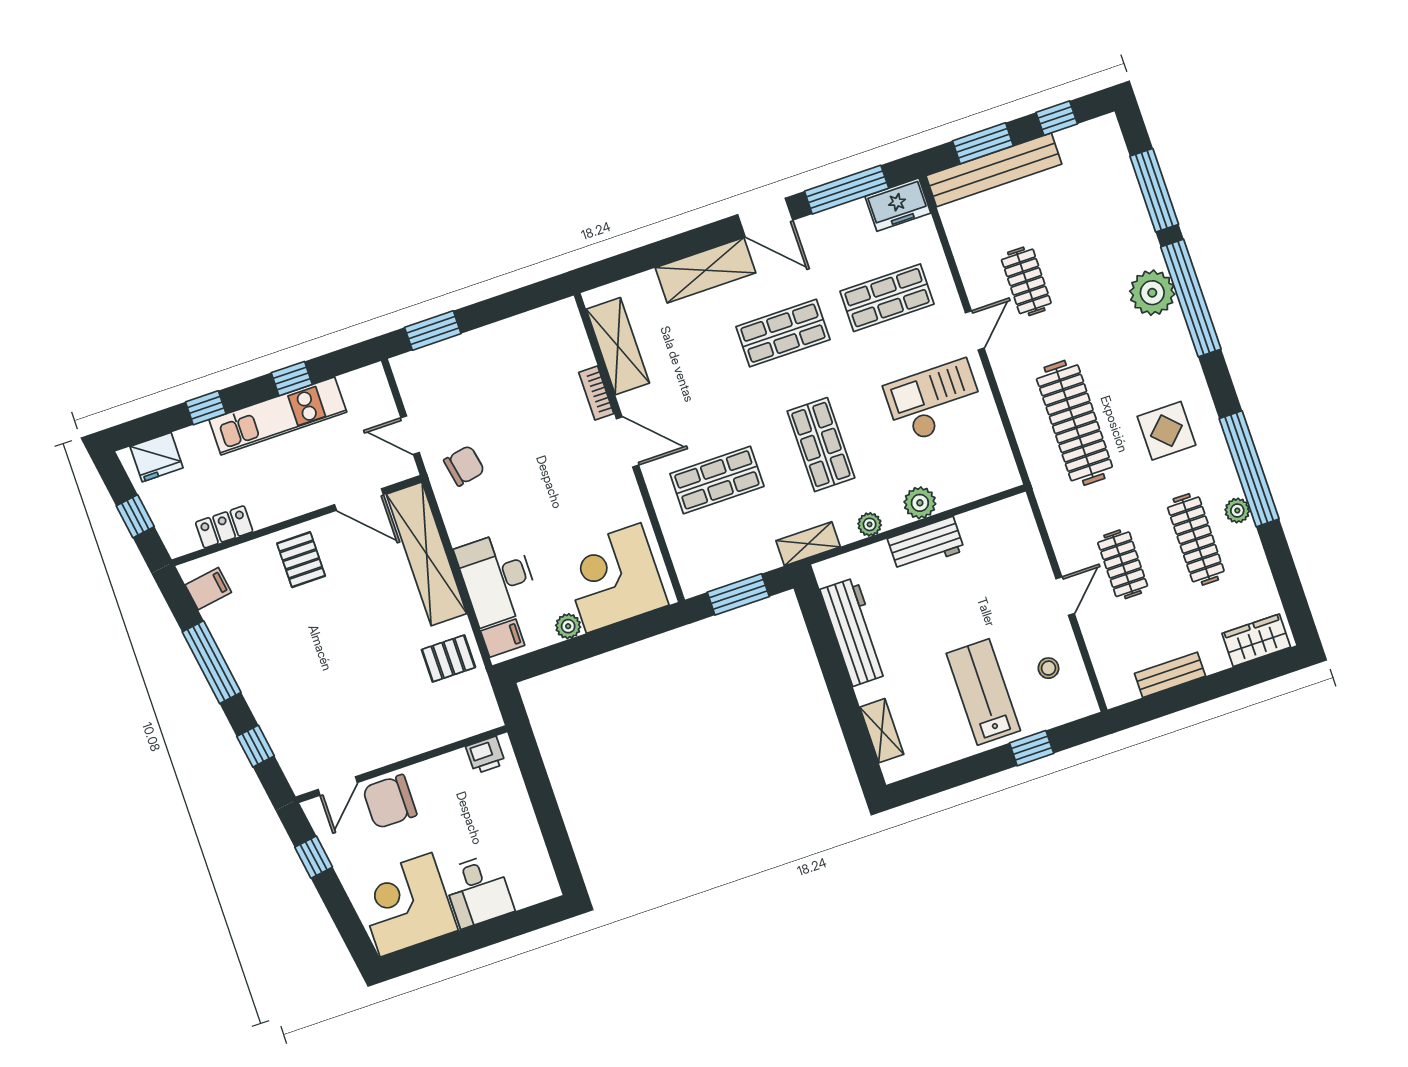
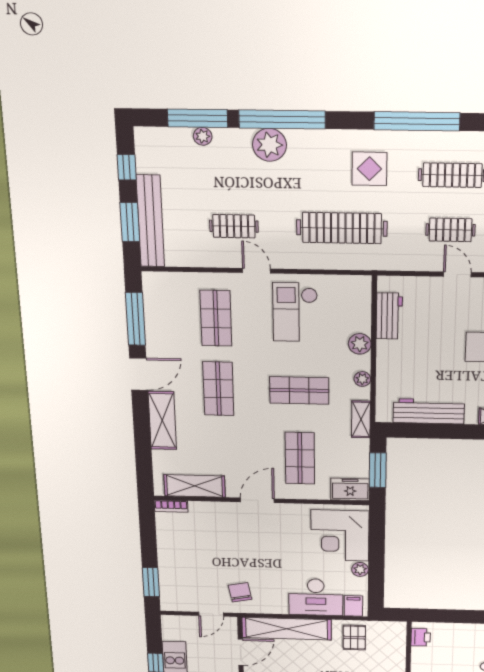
freezer: (898, 205) -> (350, 489), moved, turned -90
bookcase: (596, 393) -> (171, 506), moved
plant: (1237, 511) -> (203, 136), moved
workbench: (926, 544) -> (389, 316), moved

